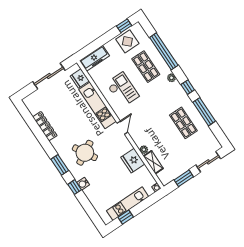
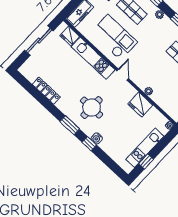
checkout: (122, 90) -> (114, 37), width x1.36, depth x1.21
round table: (85, 153) -> (92, 108), turned 30
shelving: (153, 162) -> (161, 101), removed

